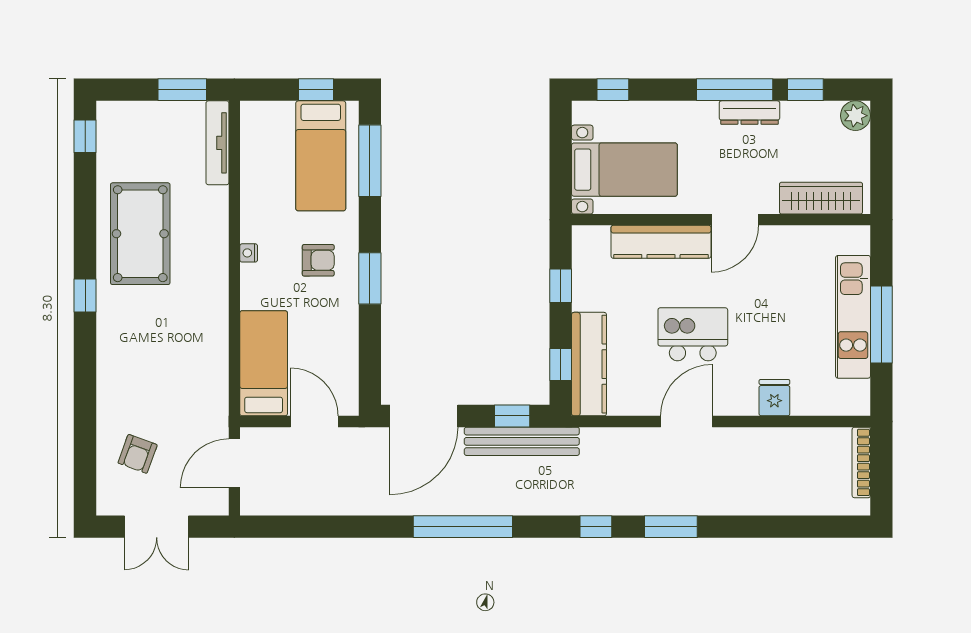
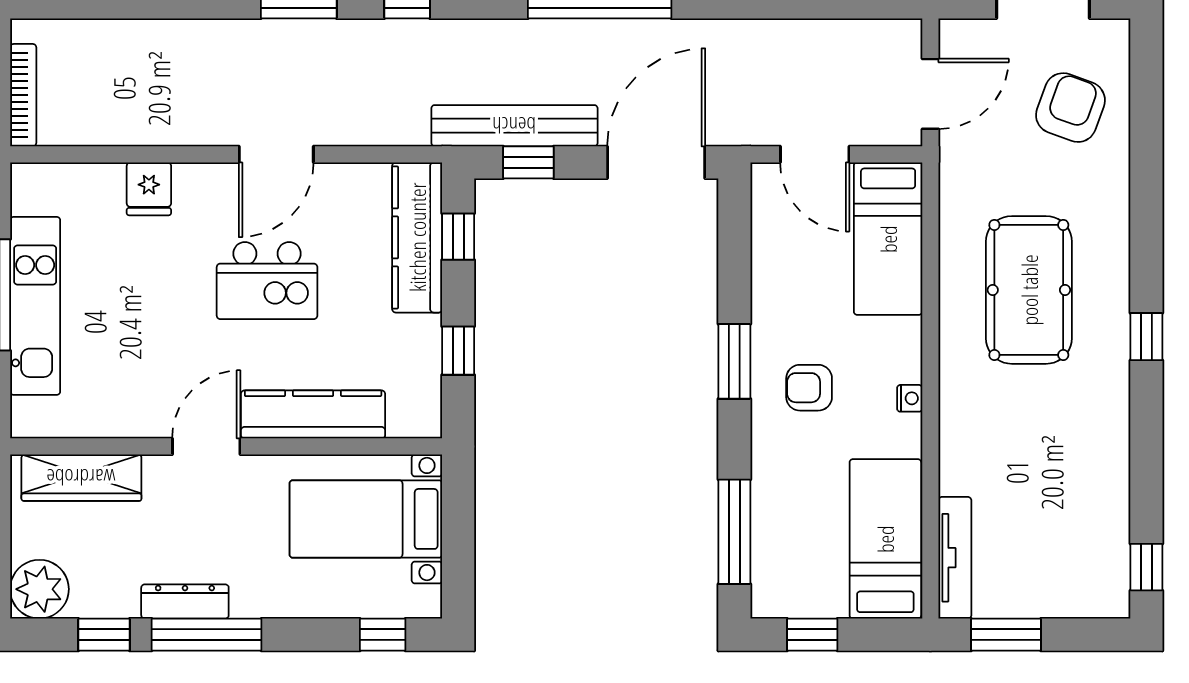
plant: (855, 116) -> (39, 589), width x1.36, depth x1.36
bed: (321, 156) -> (885, 539), moved
pool table: (140, 234) -> (1029, 290), moved
armchair: (138, 454) -> (1070, 108), width x1.38, depth x1.38

